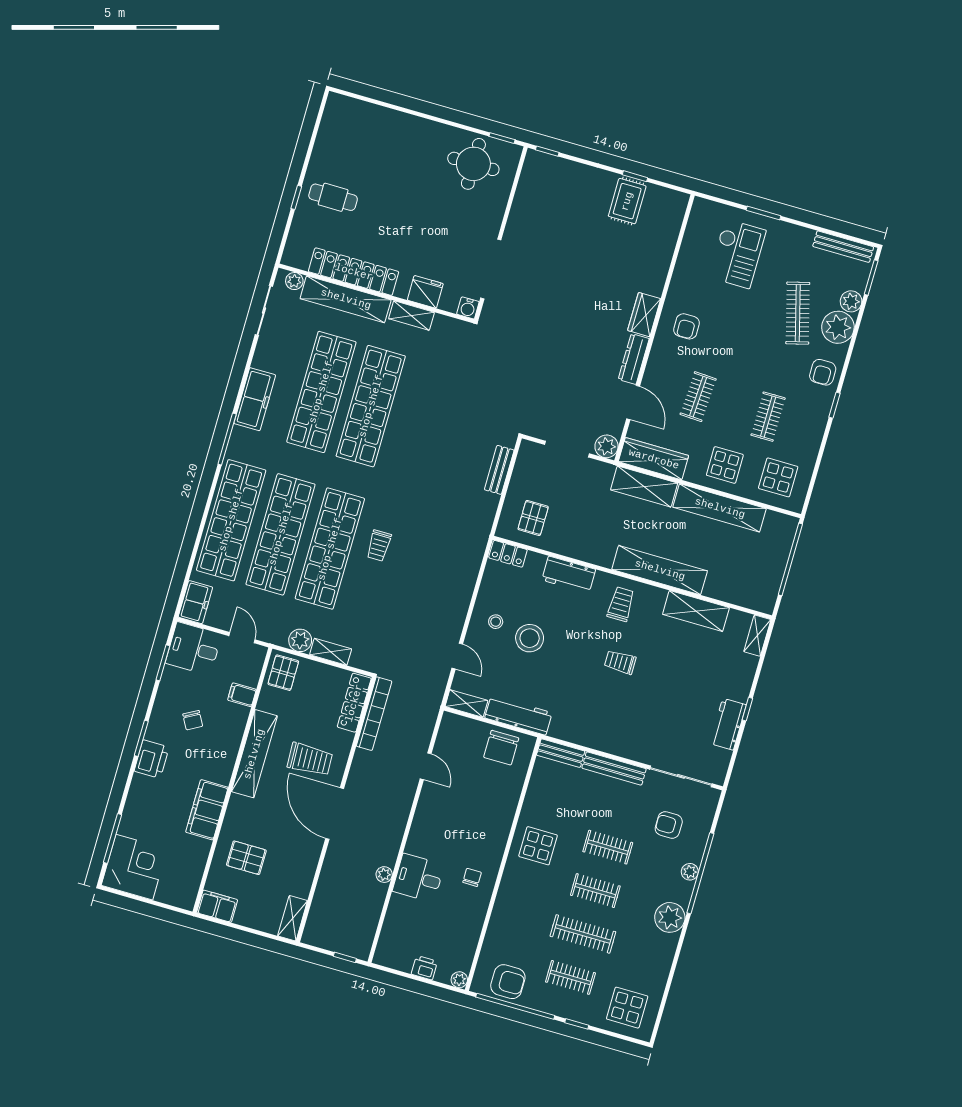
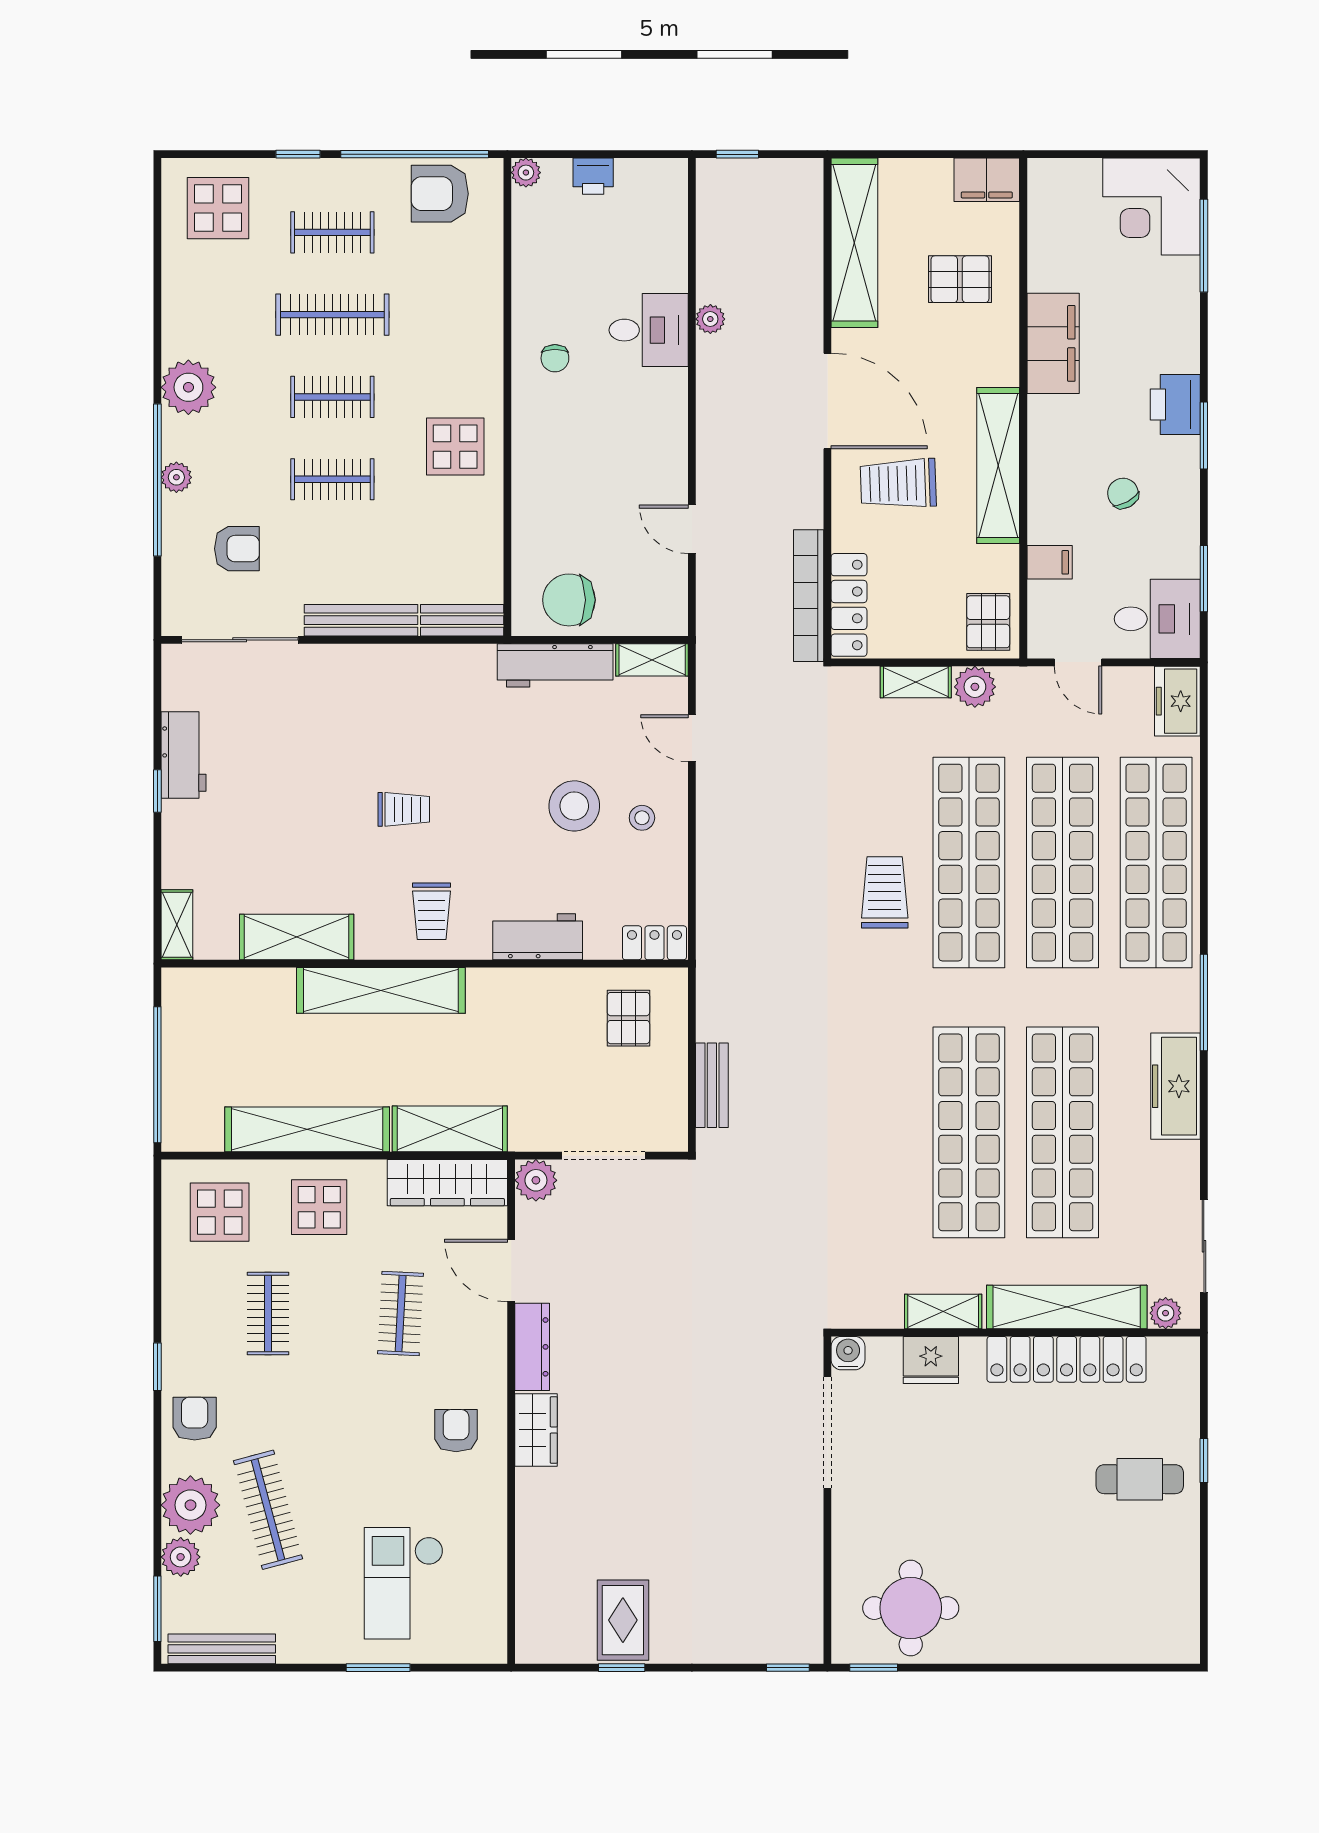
trolley: (379, 546) -> (885, 892), width x1.36, depth x1.39
chair: (501, 748) -> (569, 600), turned -90
shelving: (293, 918) -> (854, 243), width x2.20, depth x1.33

